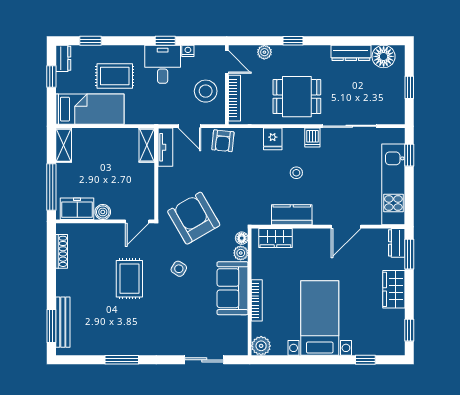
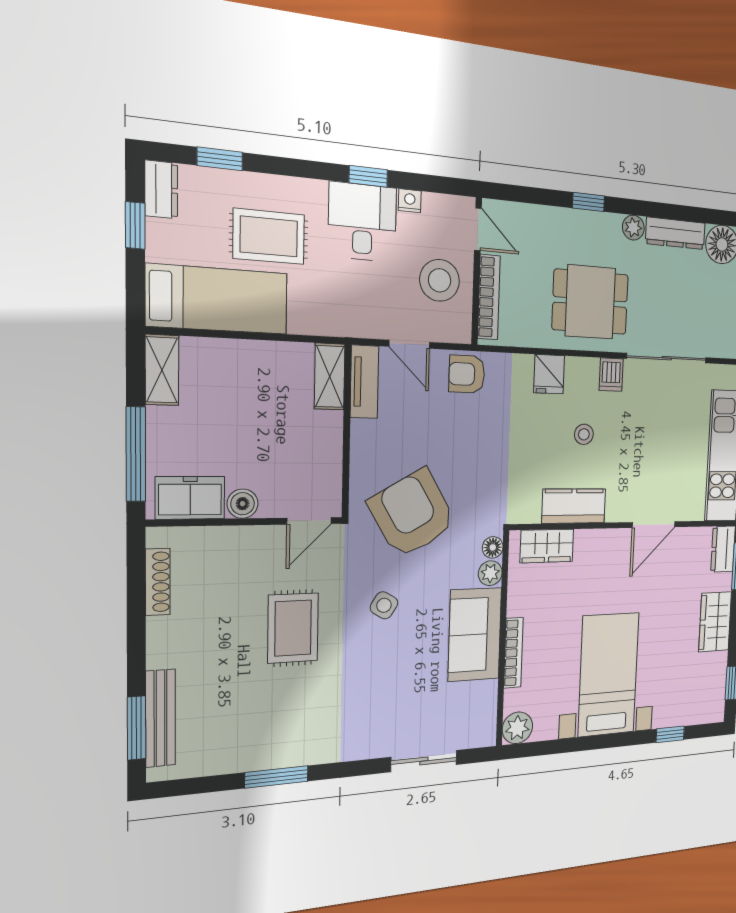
plant: (264, 52) -> (633, 228), moved
armchair: (223, 141) -> (467, 374), turned 84

